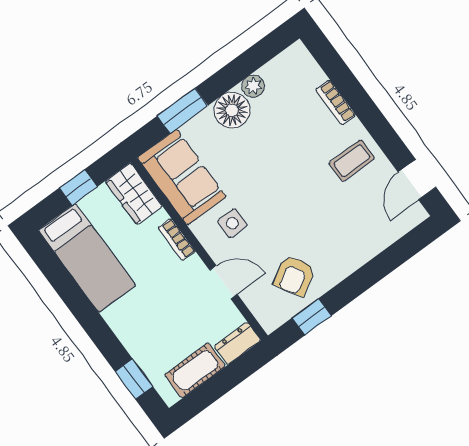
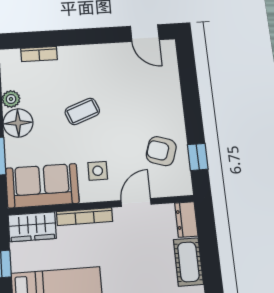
bookcase: (336, 102) -> (39, 54), moved
coffee table: (352, 161) -> (82, 111), moved, turned 69
bookcase: (177, 239) -> (85, 217), width x1.56
armchair: (294, 276) -> (161, 151), turned 139

